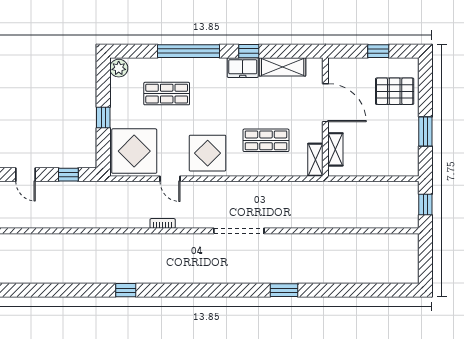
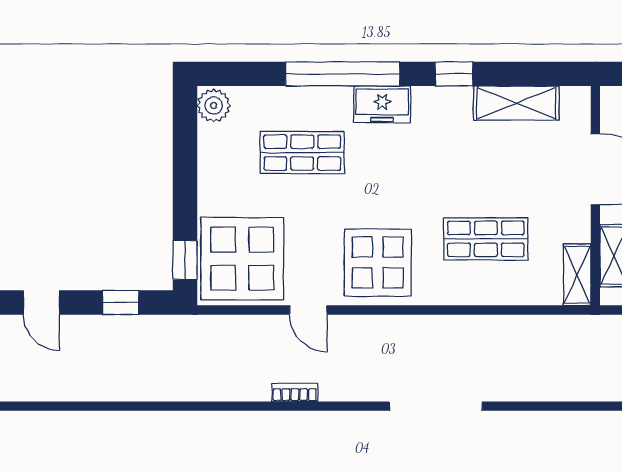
freezer: (243, 68) -> (382, 104), moved
window: (103, 118) -> (185, 260), moved

